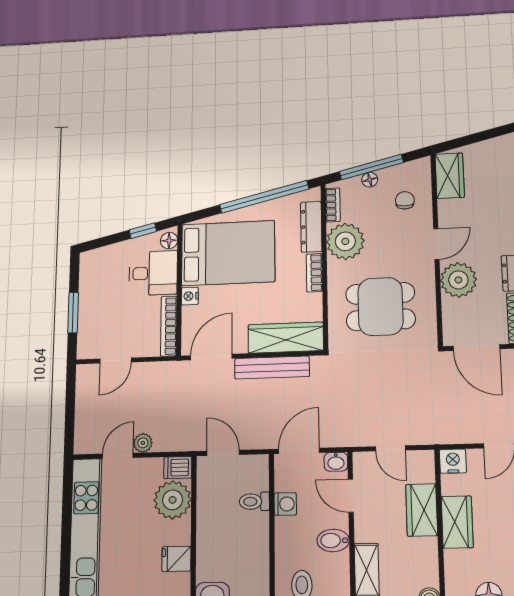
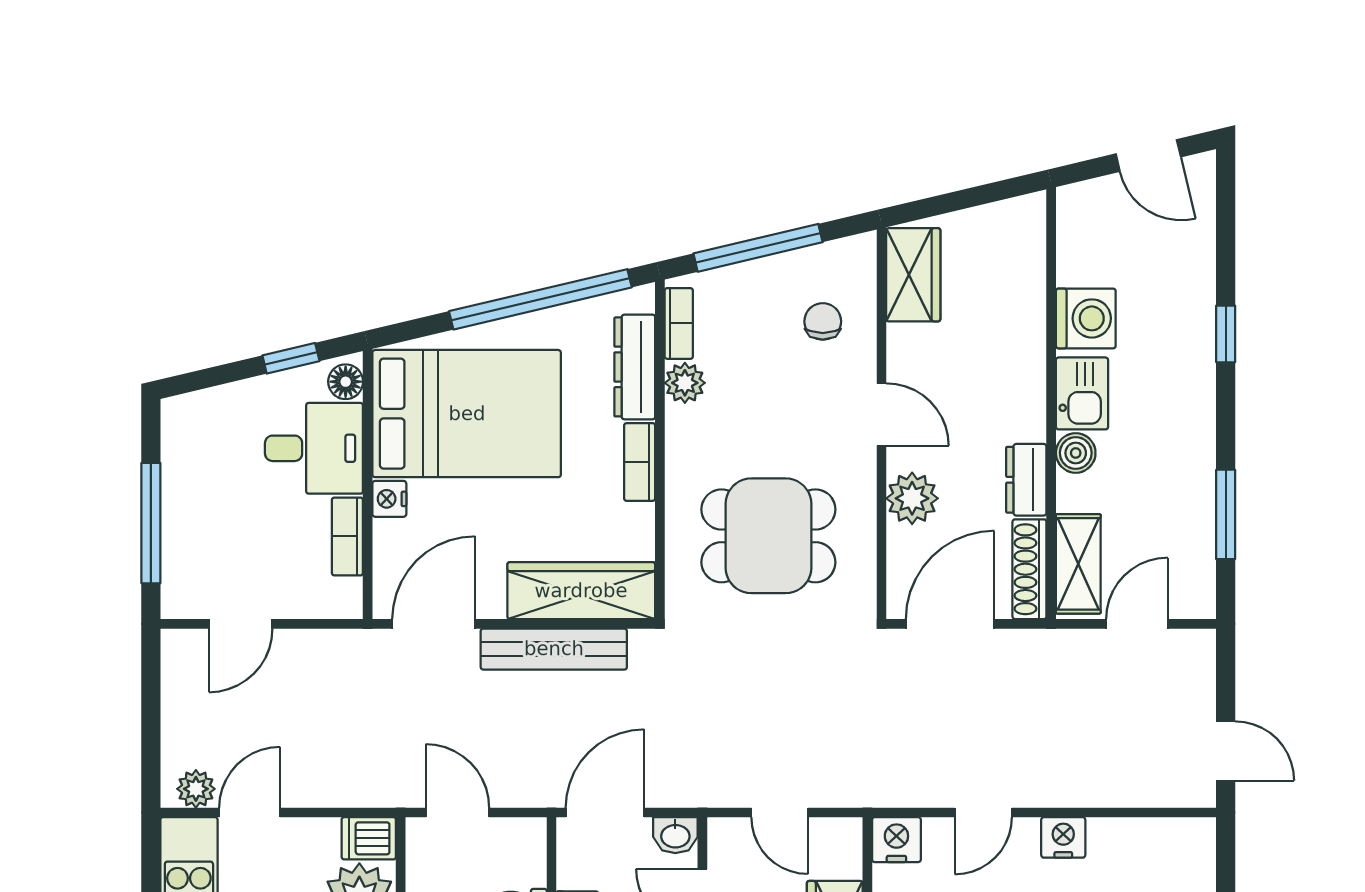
floor lamp: (370, 180) -> (754, 274), removed
plant: (345, 241) -> (685, 383), width x0.53, depth x0.53
door: (436, 244) -> (881, 414), hinge flipped
plant: (458, 280) -> (912, 498), width x0.73, depth x0.73
window: (73, 313) -> (151, 523), width x1.44
bookcase: (169, 326) -> (347, 536), width x0.64
door: (476, 348) -> (950, 624), swing flipped
plant: (143, 443) -> (196, 789), moved

